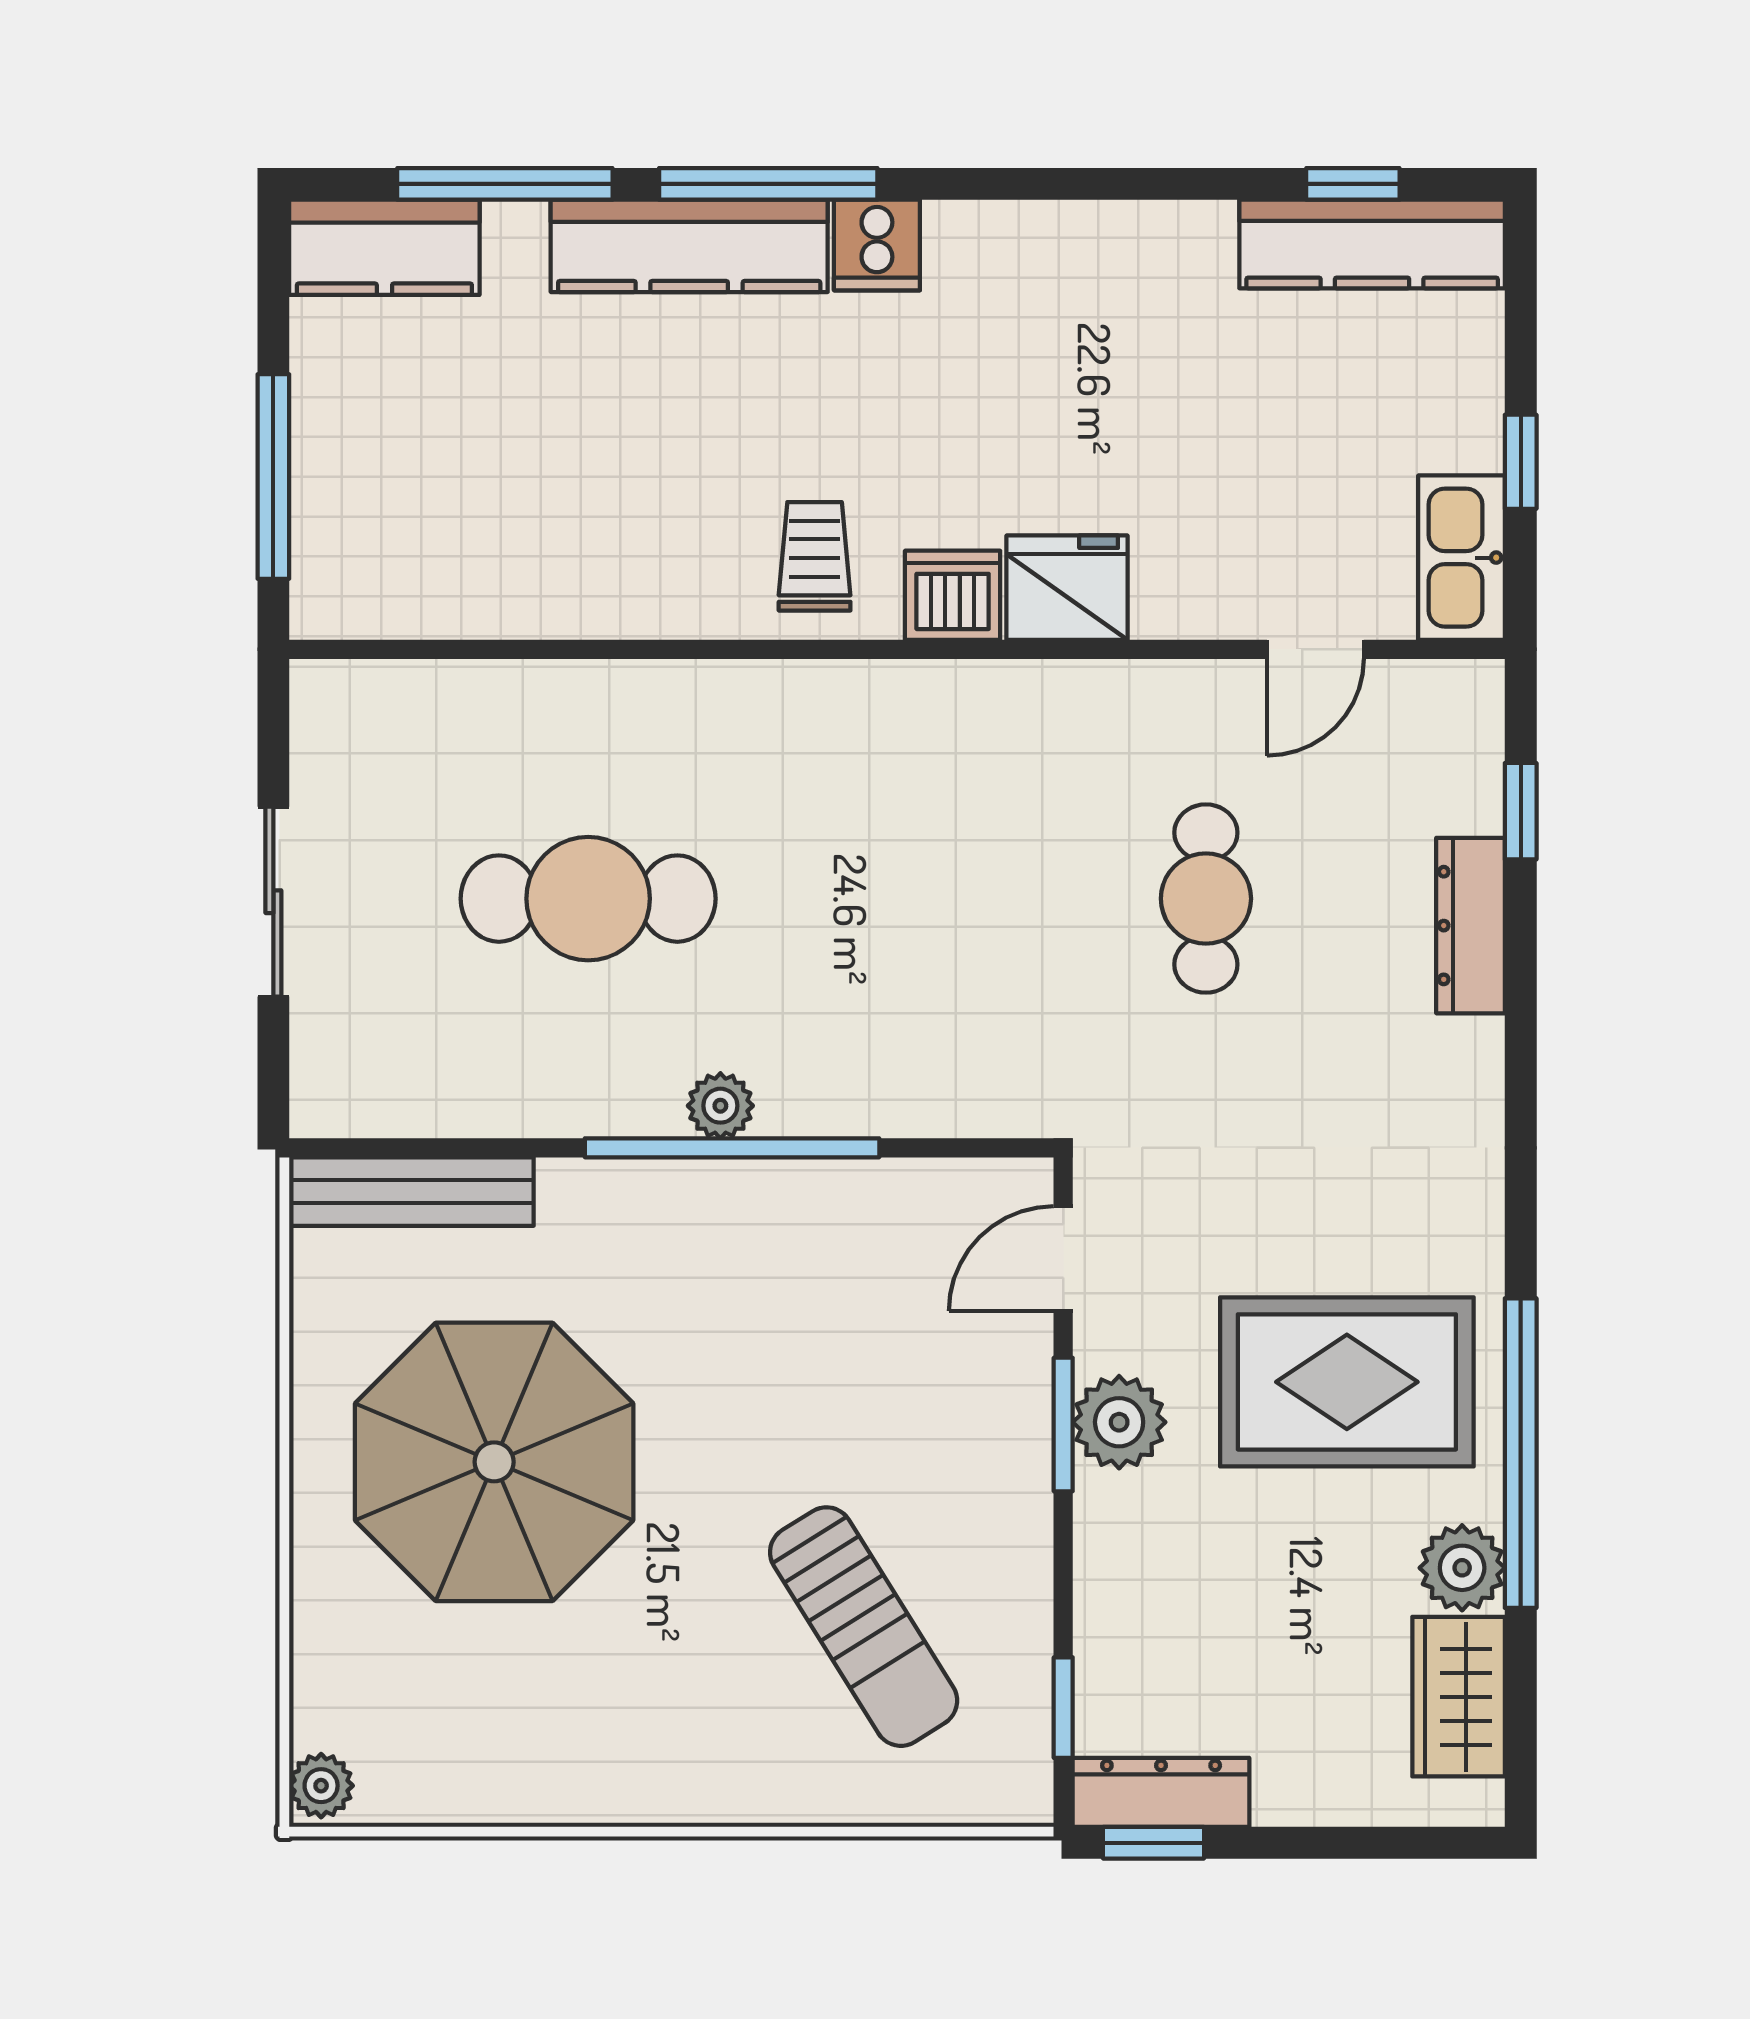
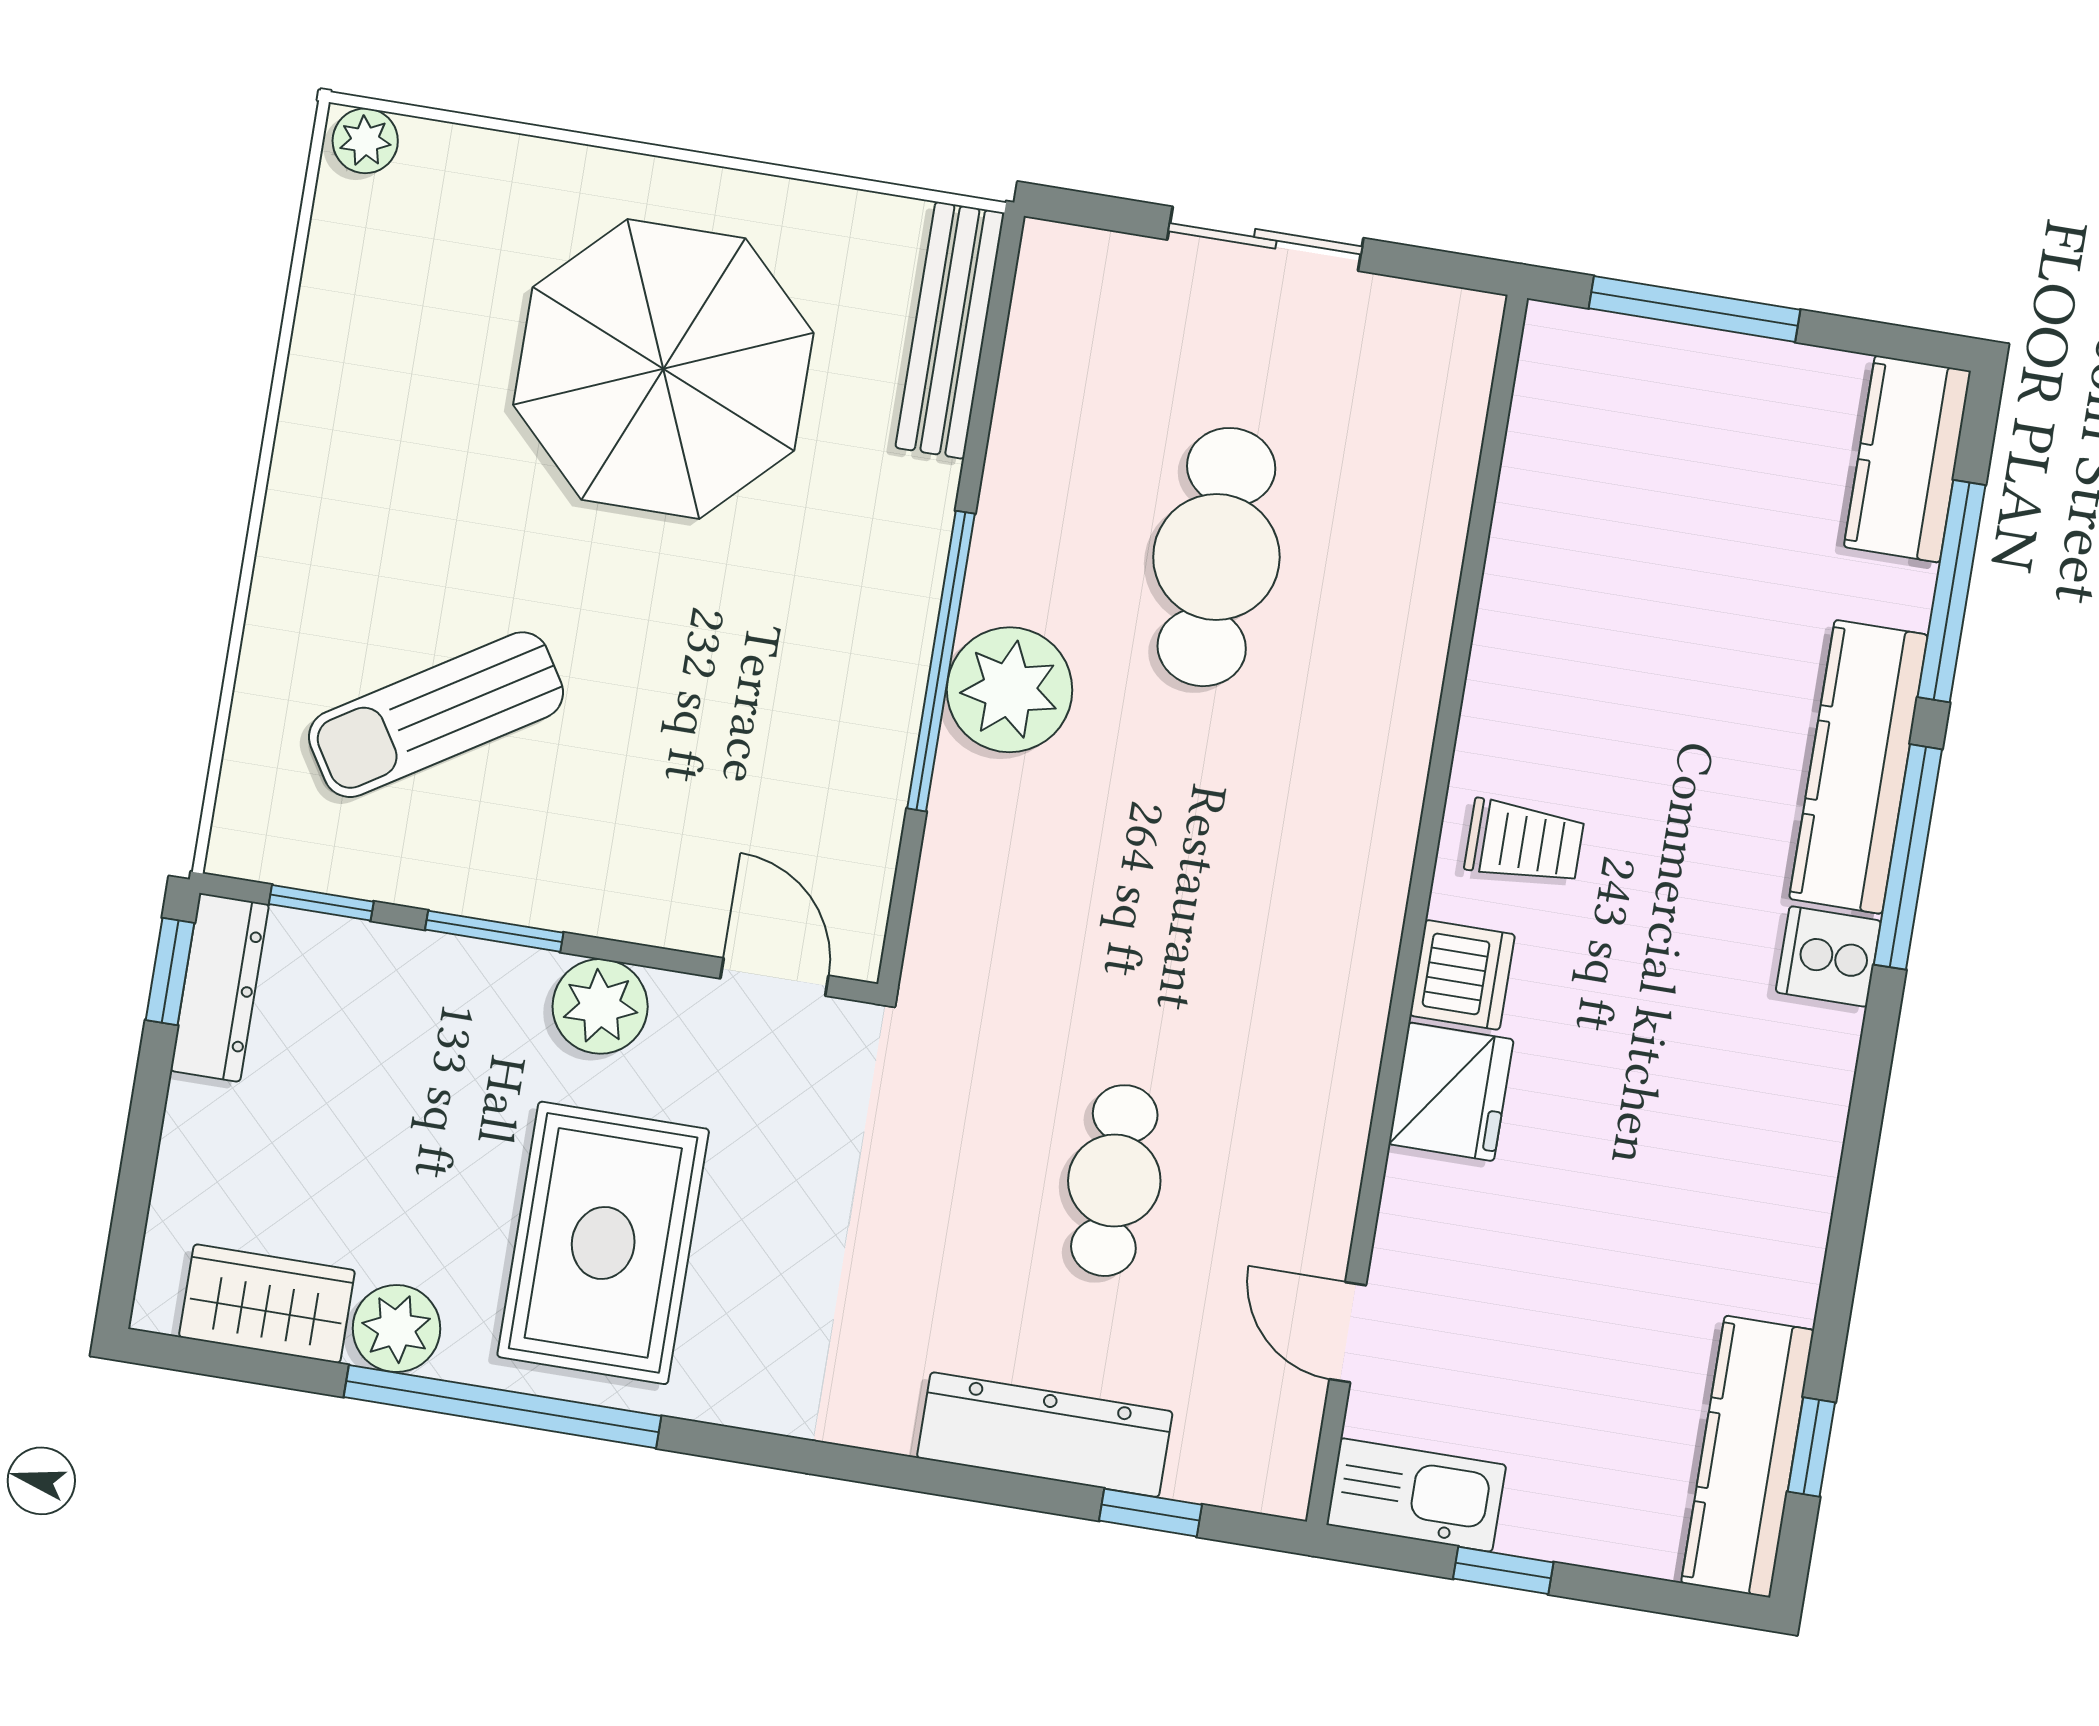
cafe table: (1206, 899) -> (1114, 1181), turned 90
dresser: (1471, 926) -> (1045, 1435), width x1.37, depth x1.24
plant: (720, 1106) -> (1010, 690), width x1.87, depth x1.87
window: (1063, 1425) -> (494, 931), moved

